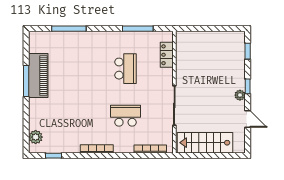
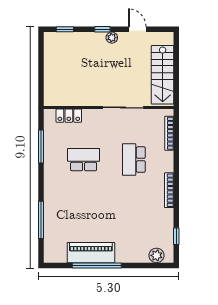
window: (26, 81) -> (97, 265), width x1.46
door: (248, 119) -> (137, 29), hinge flipped

